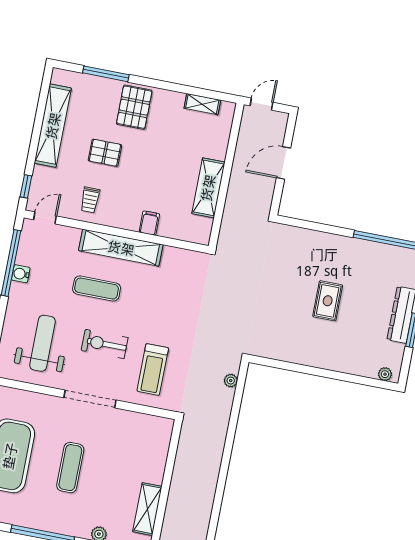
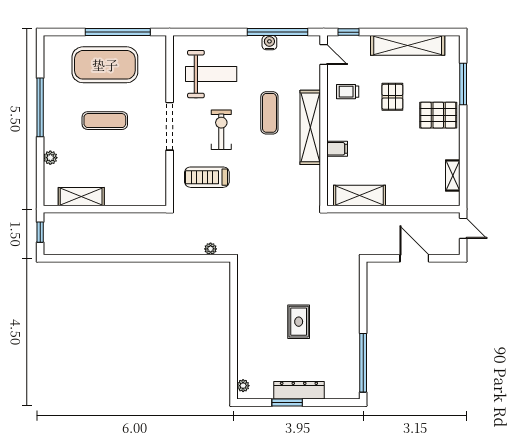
shelving: (208, 188) -> (359, 195), moved
rug: (328, 301) -> (299, 322), turned 90

